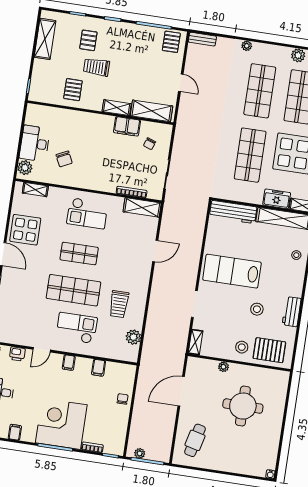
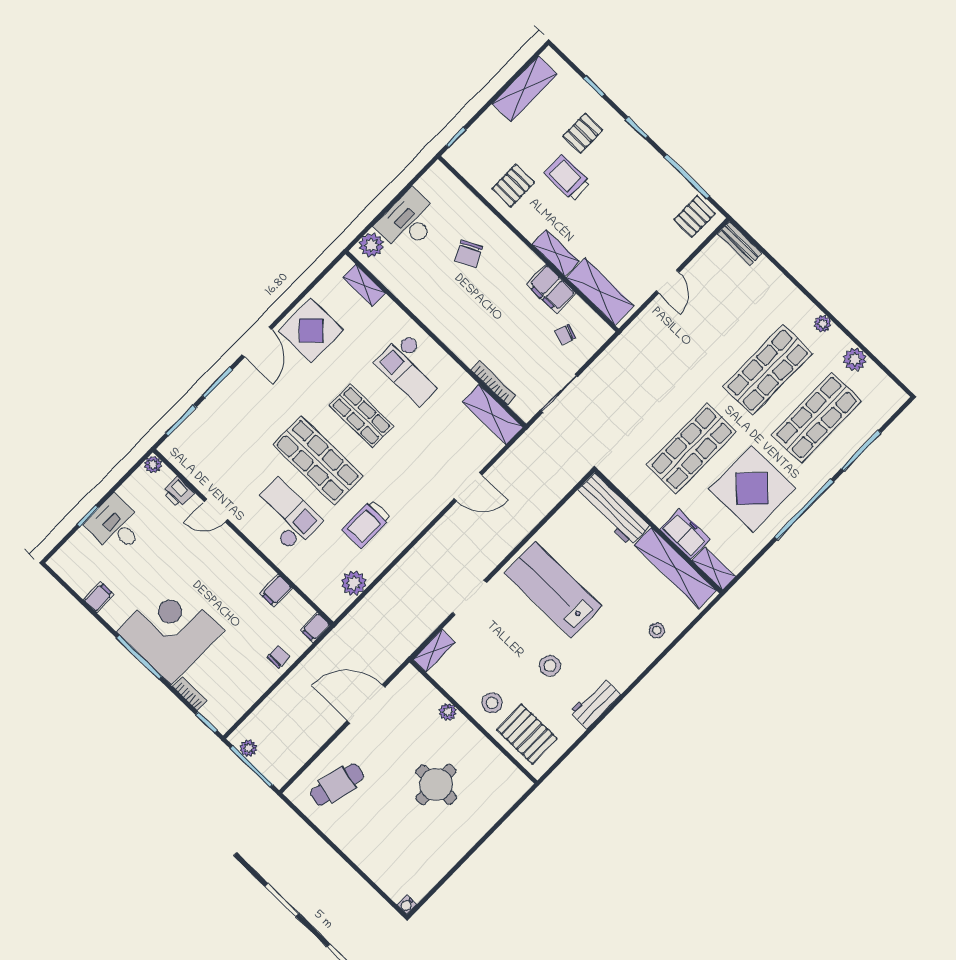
plant: (247, 46) -> (823, 324), moved
chair: (64, 159) -> (469, 254), moved
filing cabinet: (69, 363) -> (315, 627), moved
round table: (243, 406) -> (436, 784), width x0.73, depth x0.73

